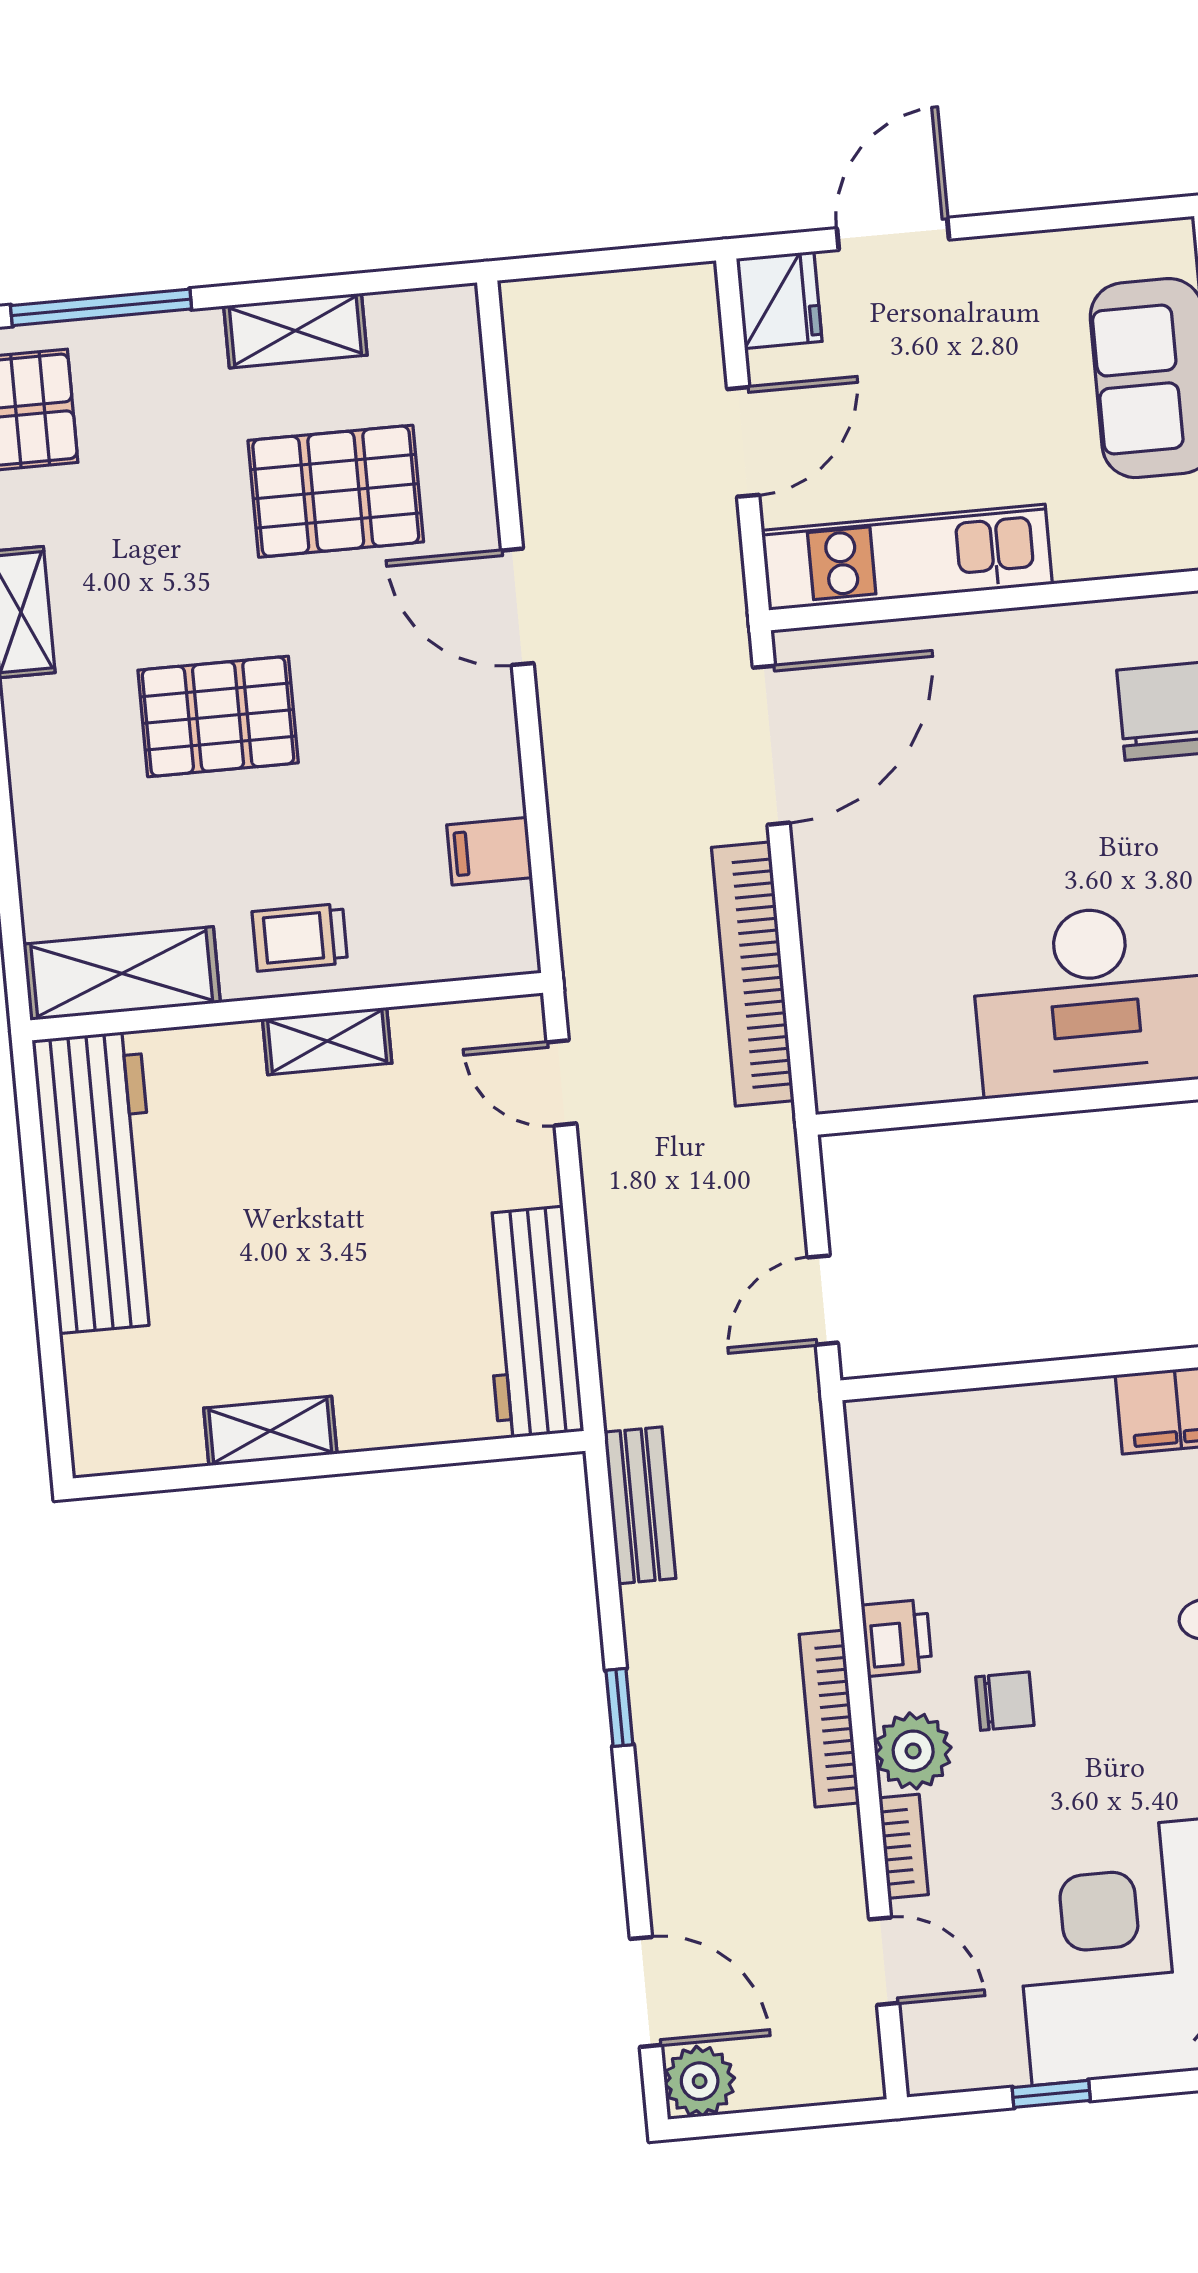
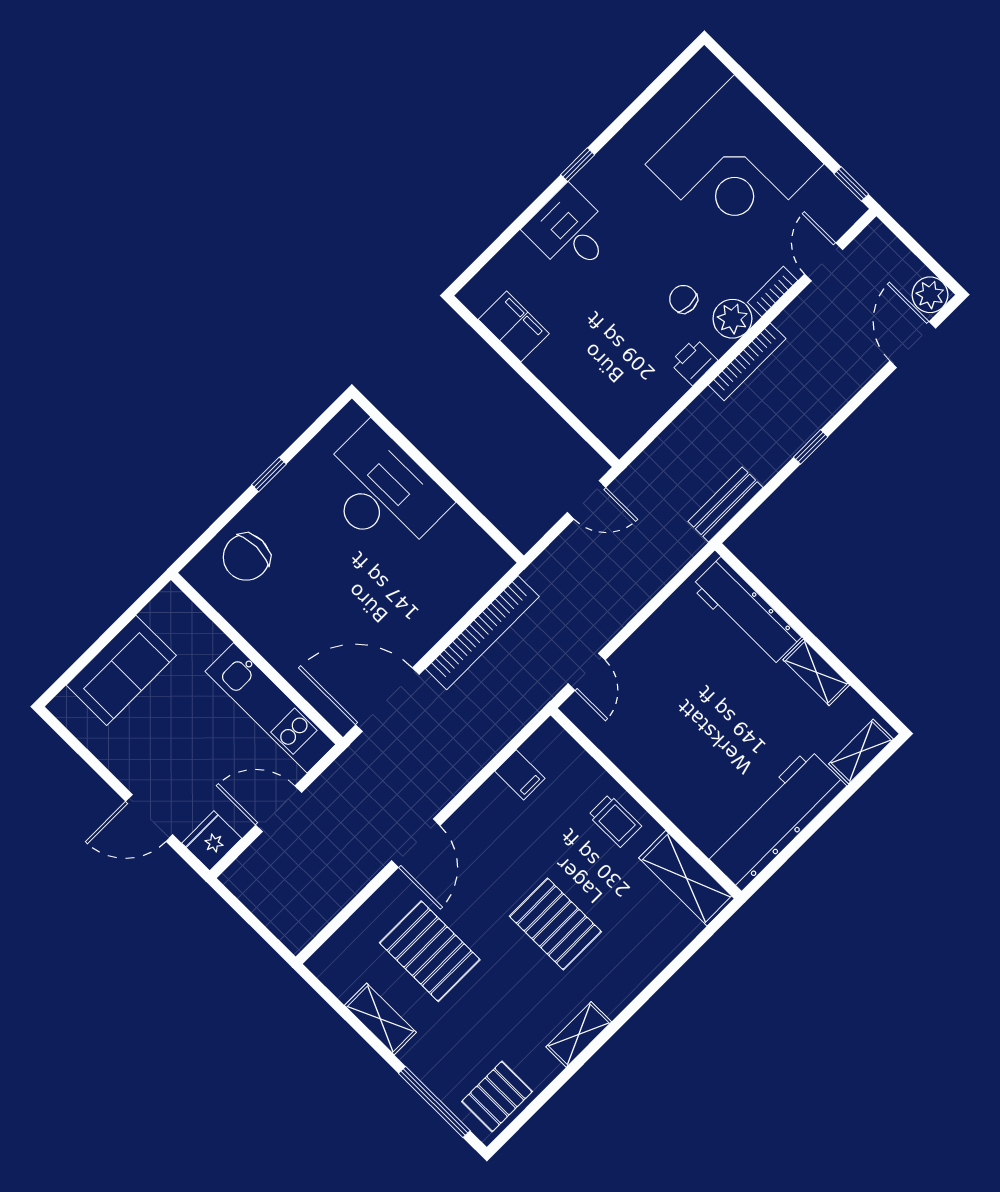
shelving: (327, 1041) -> (861, 752), moved, turned 90
workbench: (531, 1322) -> (746, 612), moved, turned 90
window: (1051, 2094) -> (851, 184), moved

